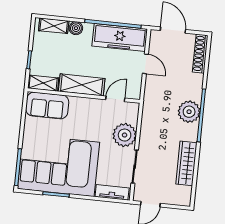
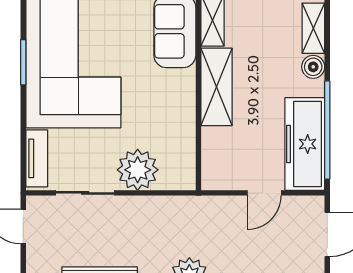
door: (115, 99) -> (198, 147), removed

